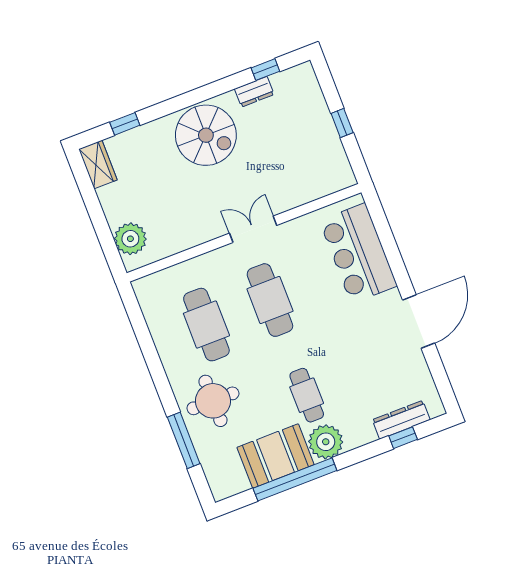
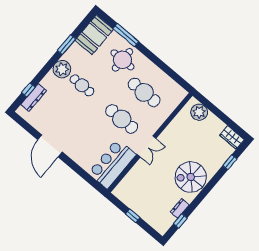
bar counter: (358, 253) -> (112, 164), moved, turned -90
booth: (275, 456) -> (94, 35), moved
window: (295, 479) -> (67, 45), width x0.47

